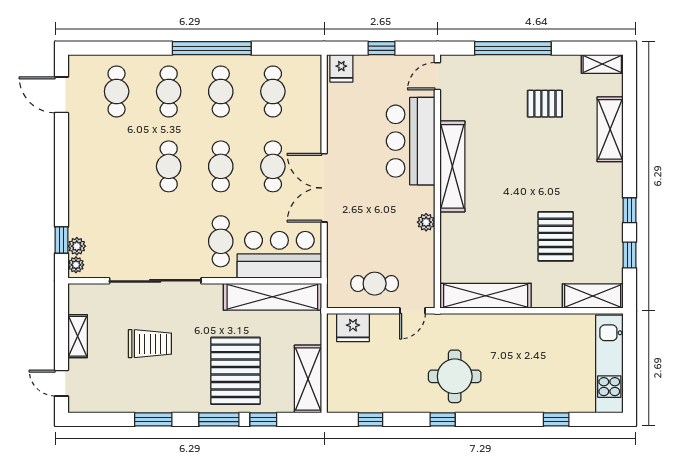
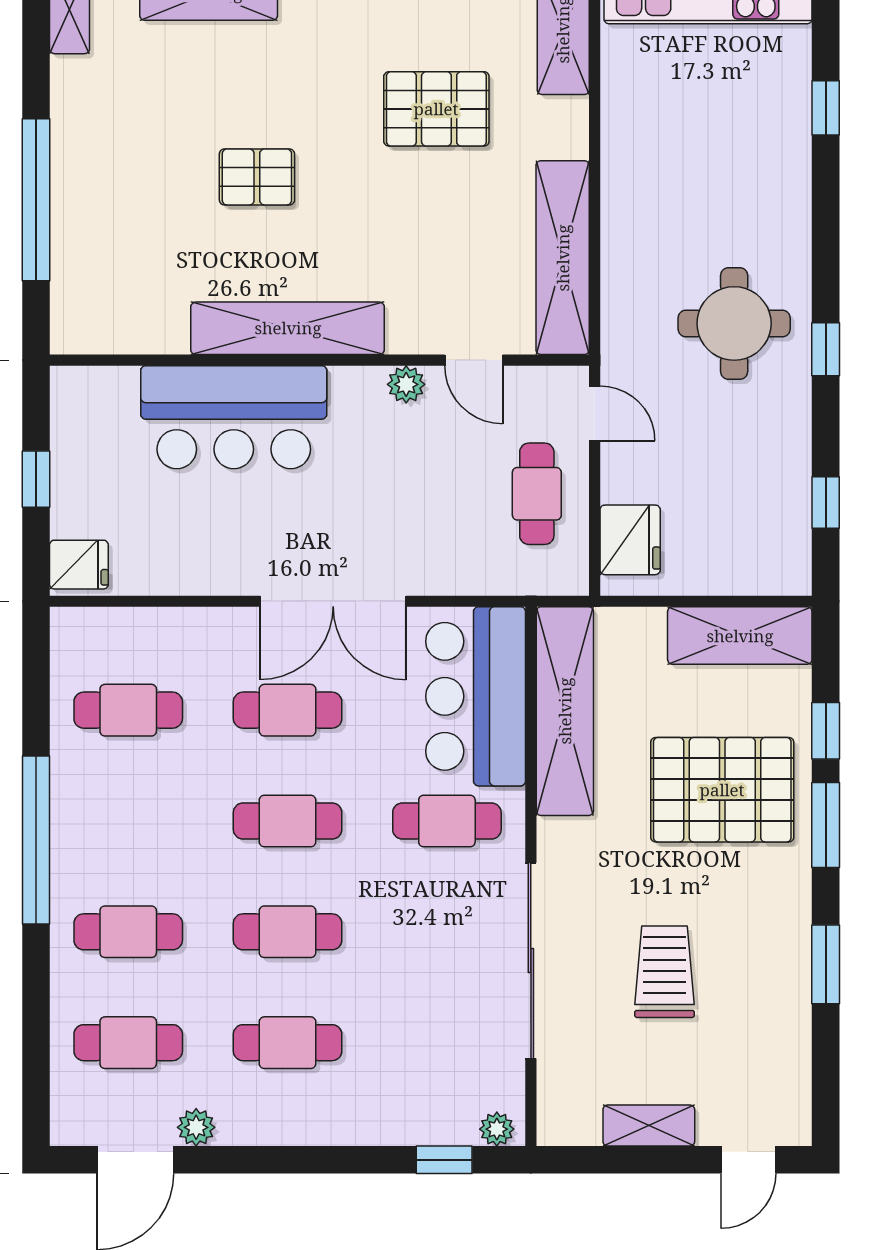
door: (437, 76) -> (474, 360), moved
cafe table: (221, 91) -> (288, 1043), moved
pallet: (545, 104) -> (257, 177), moved, turned 90
plant: (77, 246) -> (196, 1127), moved

